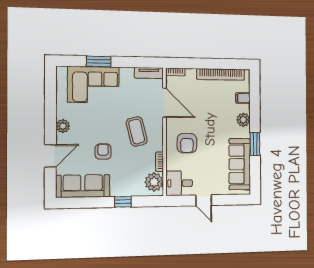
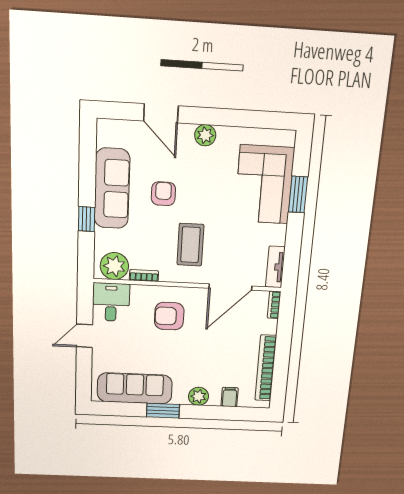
coffee table: (137, 132) -> (190, 245), turned -76
armchair: (103, 152) -> (163, 194), turned -90
sofa: (83, 186) -> (112, 189), moved

